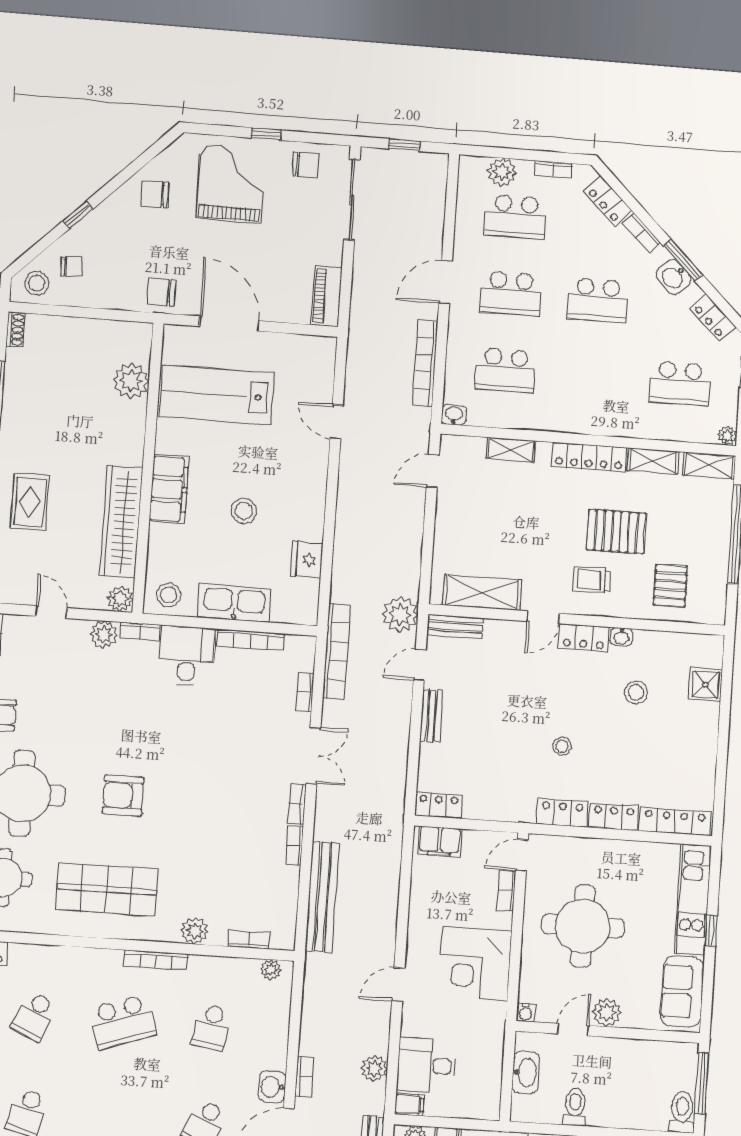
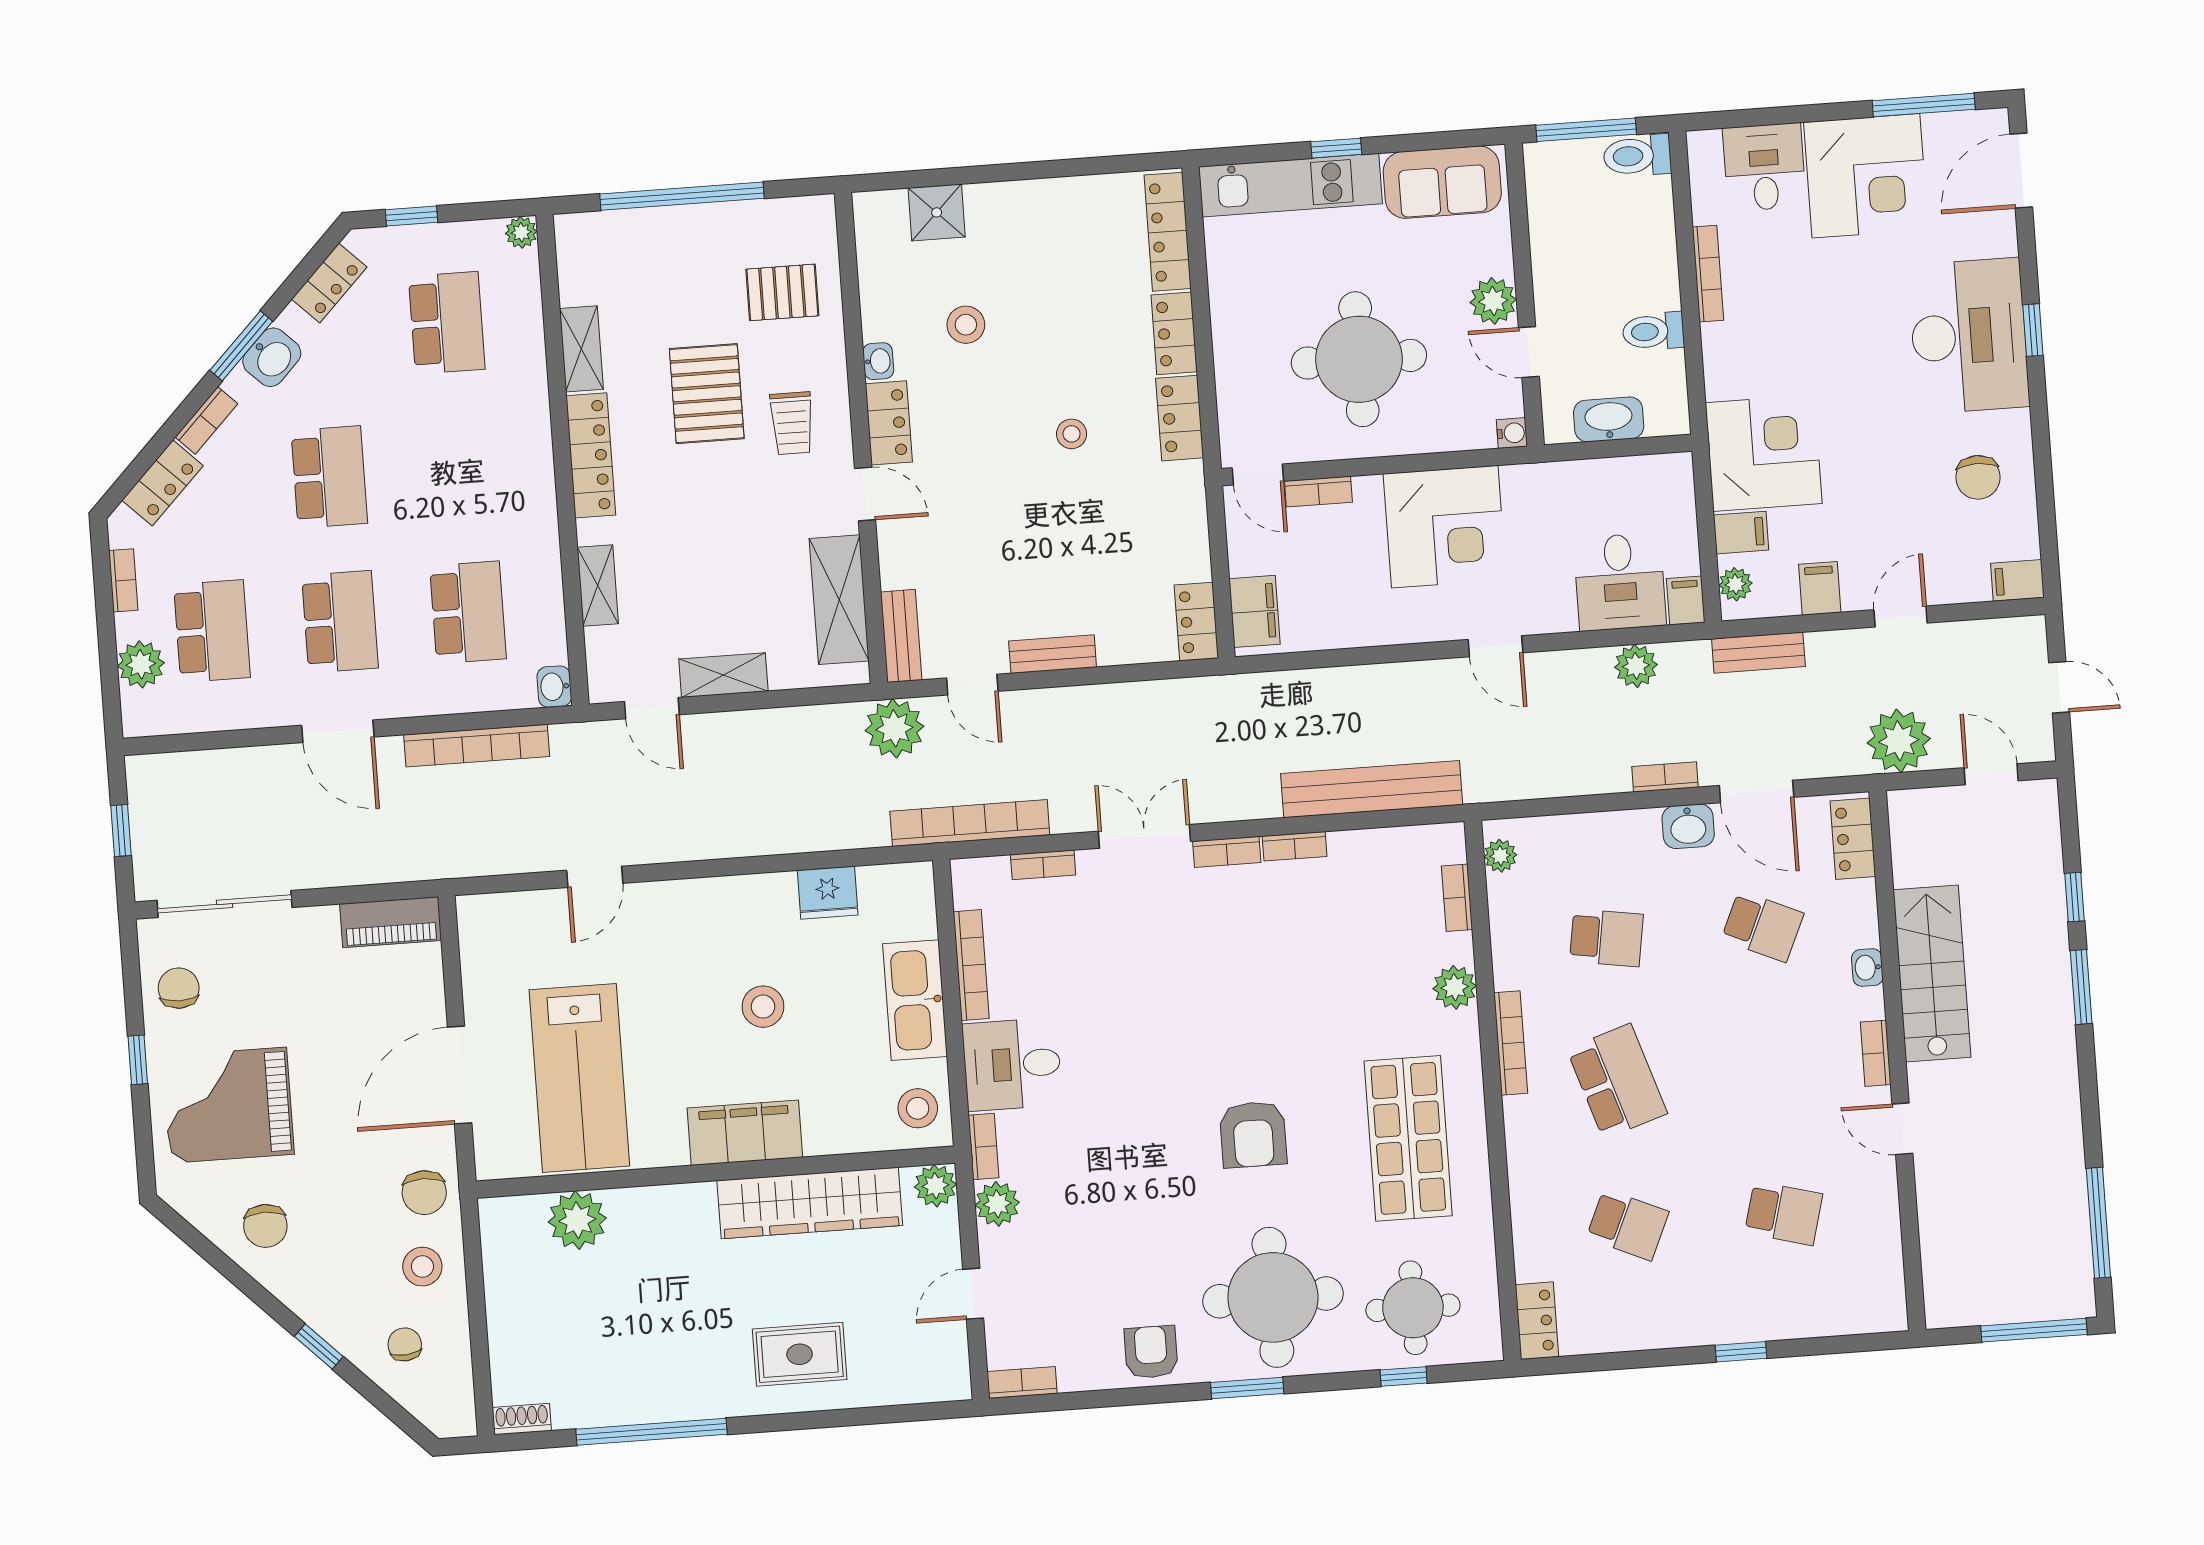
stool: (37, 283) -> (422, 1267), moved
shelving: (709, 466) -> (723, 675), moved, turned 90

